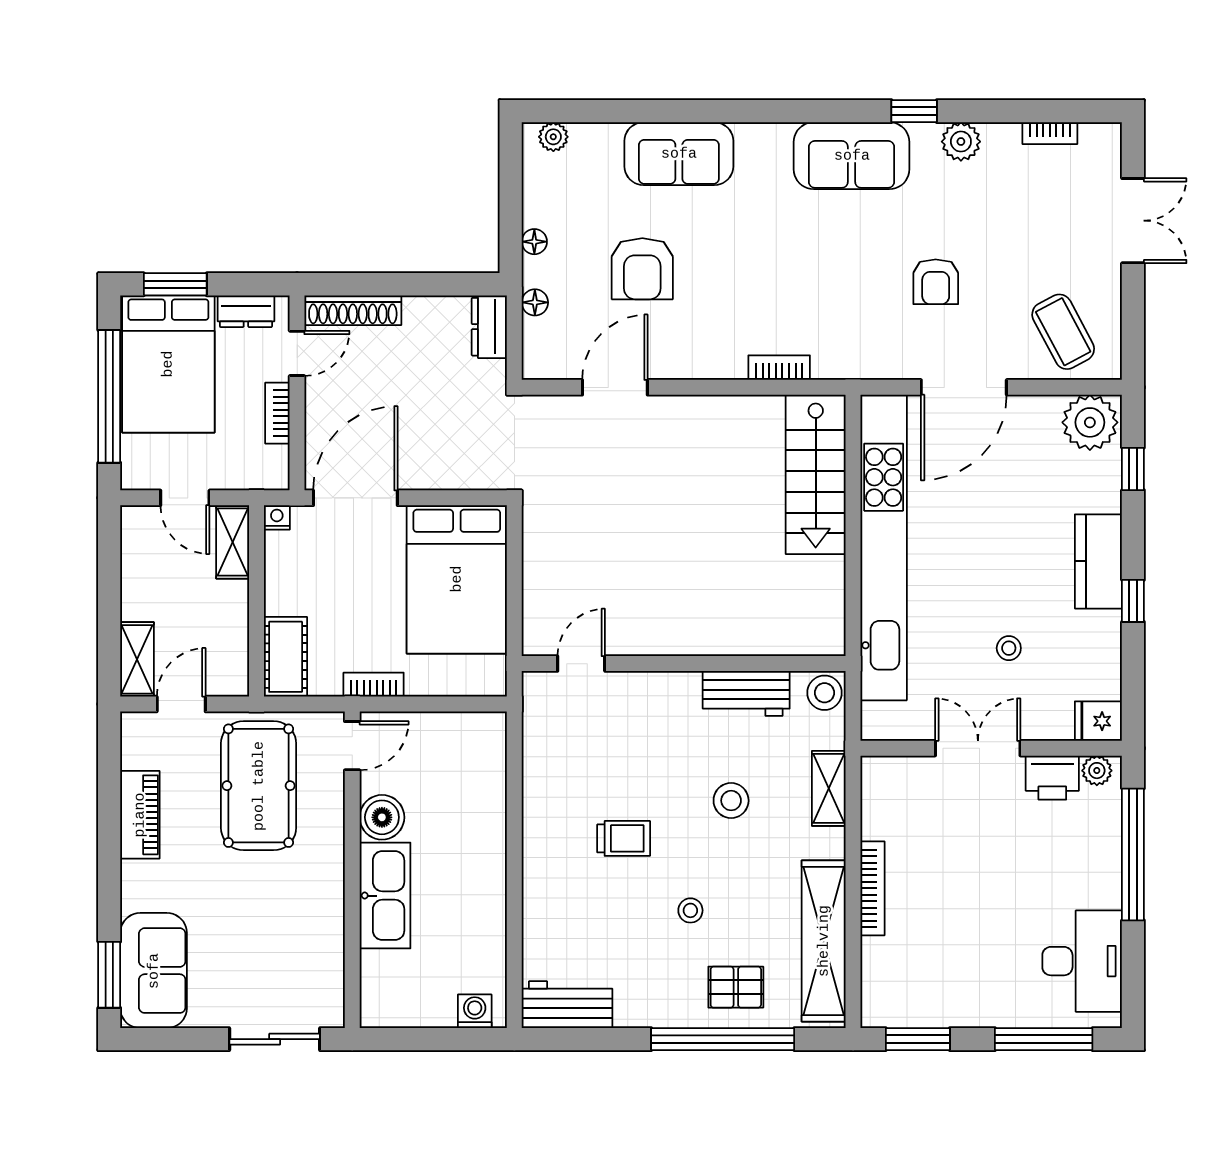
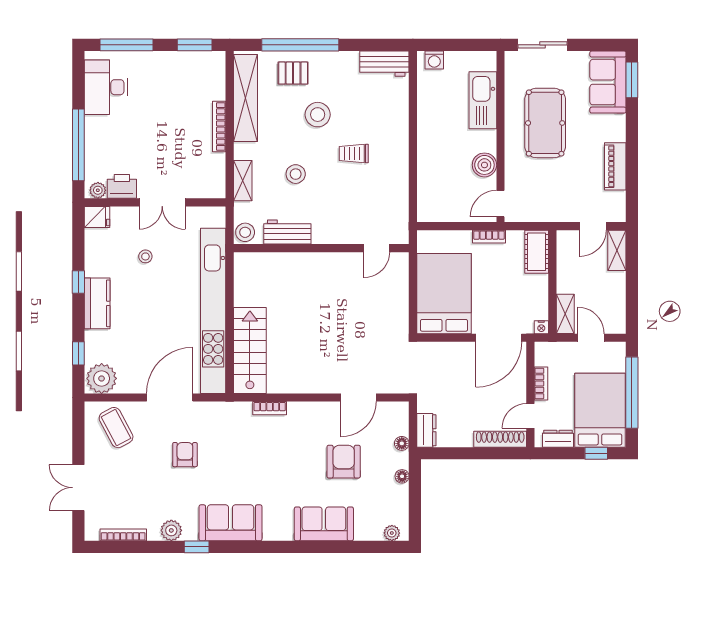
bookcase: (1050, 133) -> (123, 535), width x1.56
window: (175, 284) -> (596, 453), width x0.67
pool table: (259, 786) -> (545, 123), moved
kitchen sink: (385, 896) -> (483, 100), moved
stool: (690, 910) -> (318, 115), width x1.89, depth x1.89

